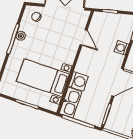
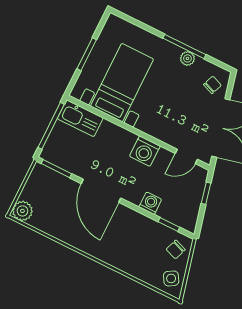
door: (83, 38) -> (186, 156), moved
washing machine: (78, 81) -> (145, 151), moved

